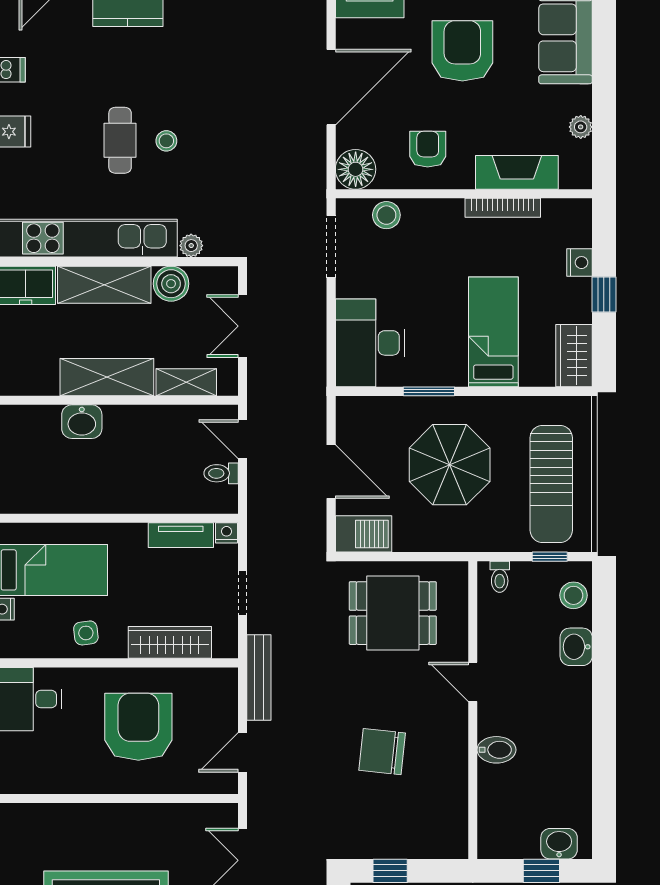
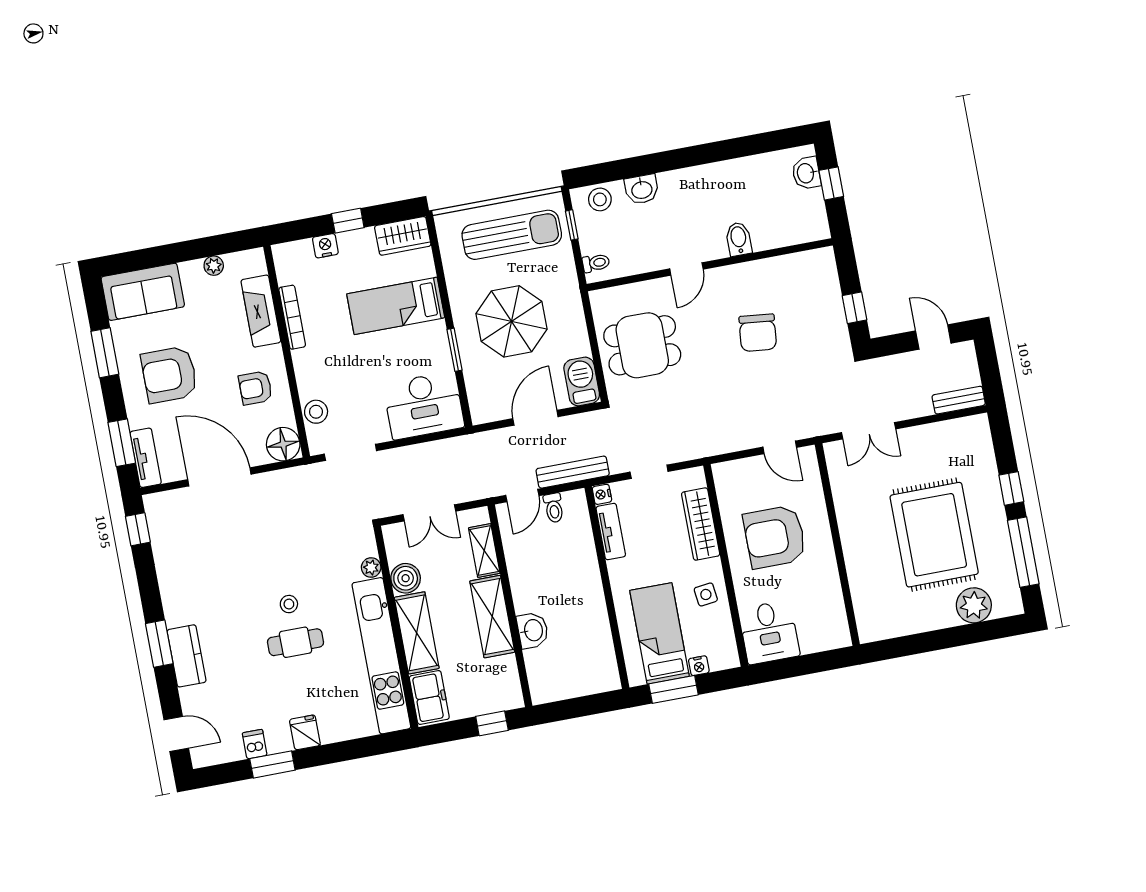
dining table: (393, 613) -> (642, 345), turned 90
bench: (259, 677) -> (573, 472), moved

